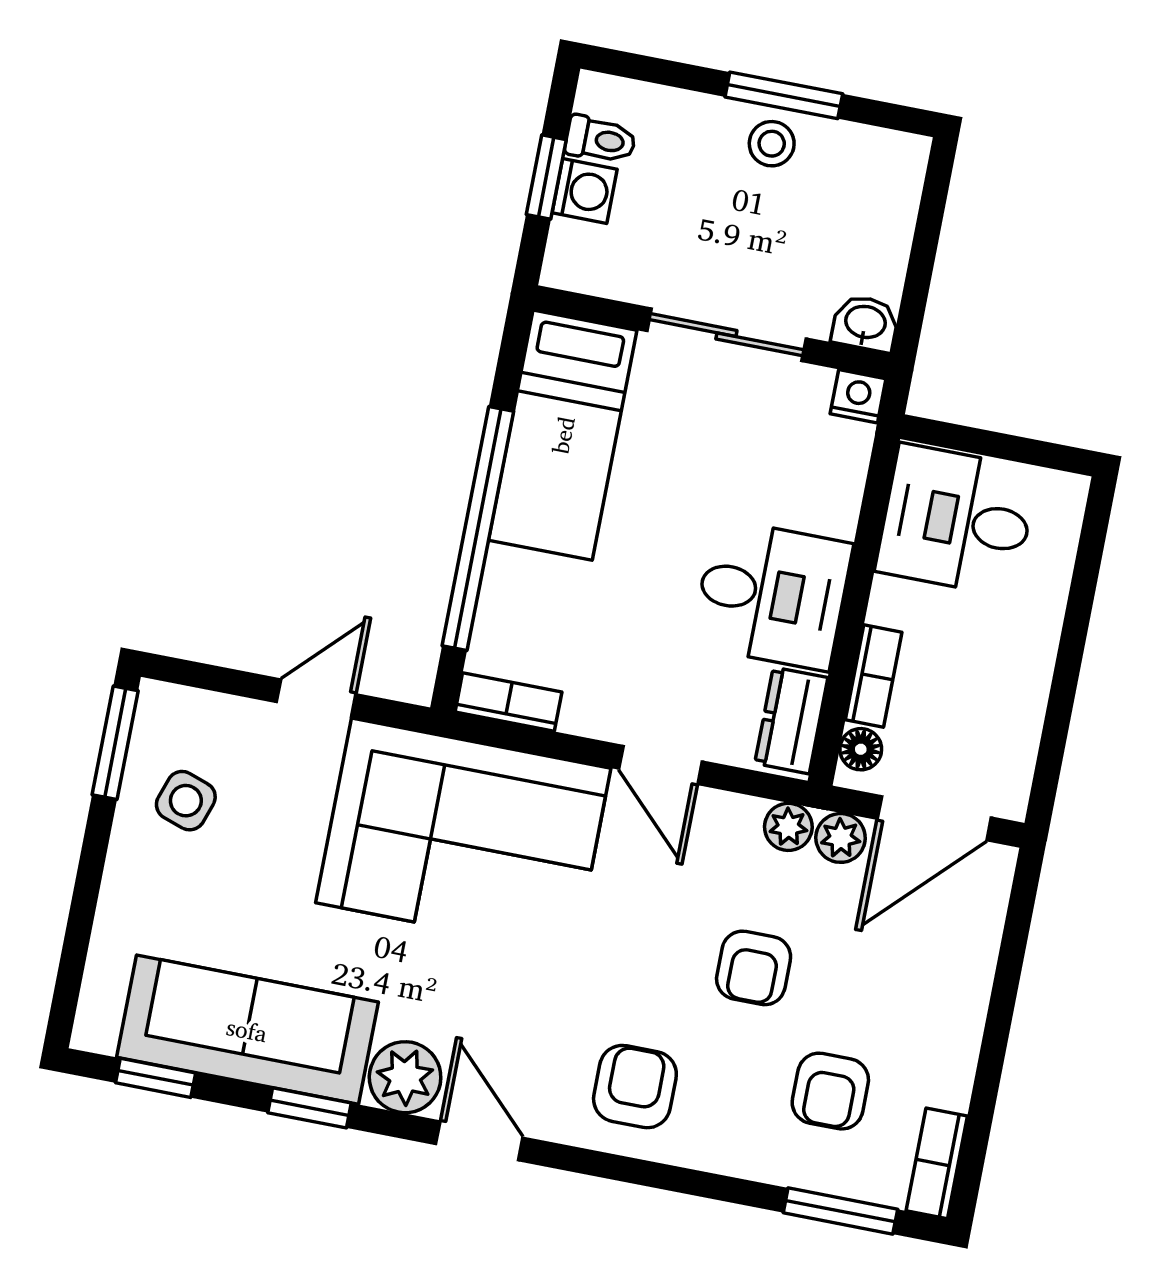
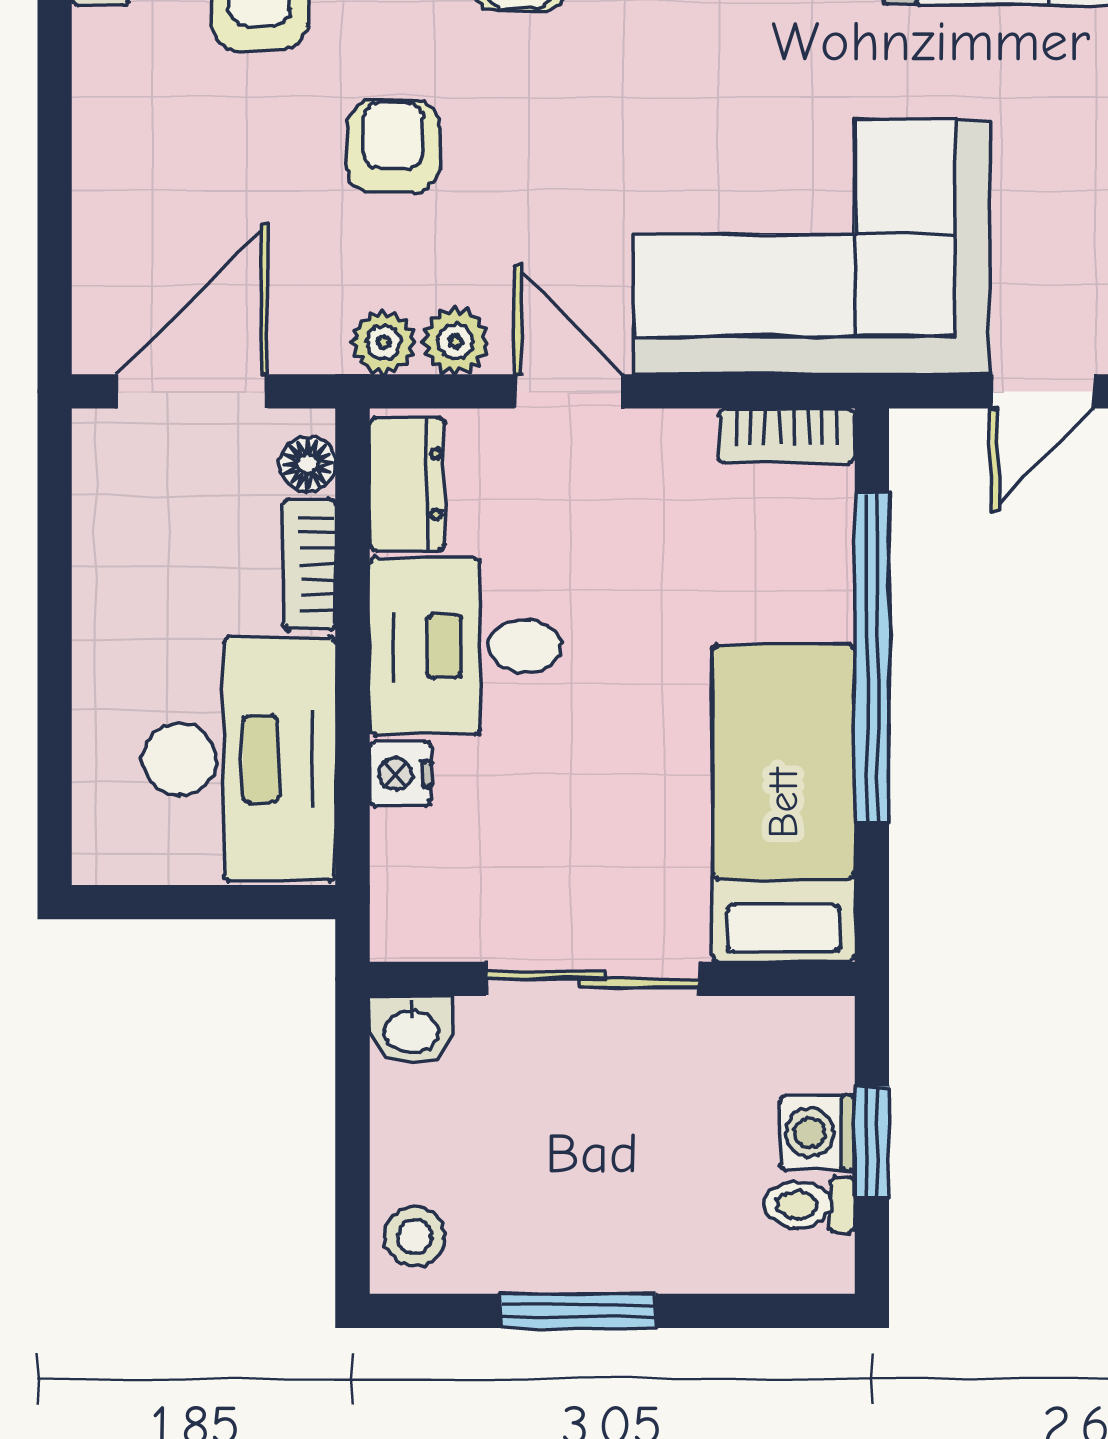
stool: (772, 144) -> (415, 1236), moved
nightstand: (858, 396) -> (400, 774), moved, turned 90
desk: (957, 520) -> (239, 759), width x1.37
plant: (841, 838) -> (455, 341), moved

